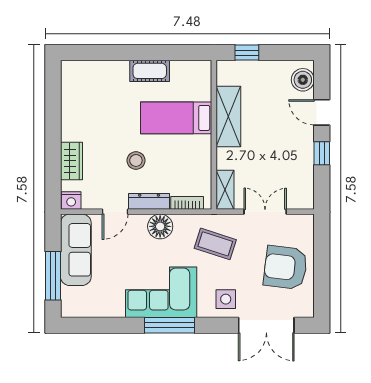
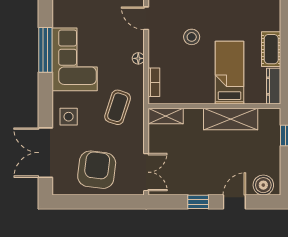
dresser: (149, 201) -> (274, 86), moved, turned 180
double door: (265, 212) -> (146, 172), moved
floor lamp: (160, 226) -> (138, 58), width x0.53, depth x0.53
window: (170, 325) -> (45, 50), moved

